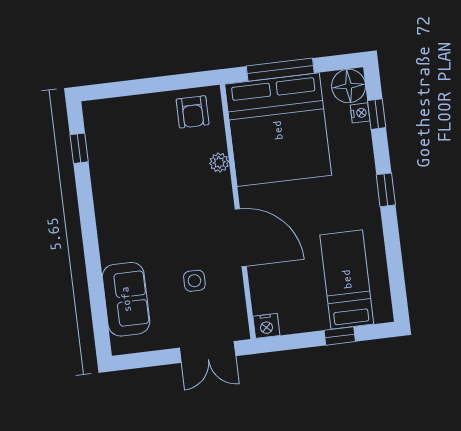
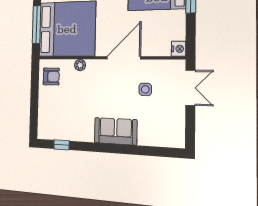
sofa: (126, 299) -> (116, 131), moved

